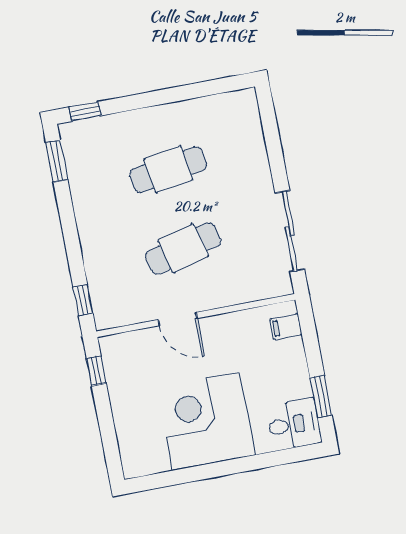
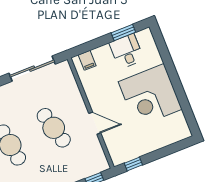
door: (178, 319) -> (95, 123), hinge flipped
desk: (294, 424) -> (127, 51), moved

